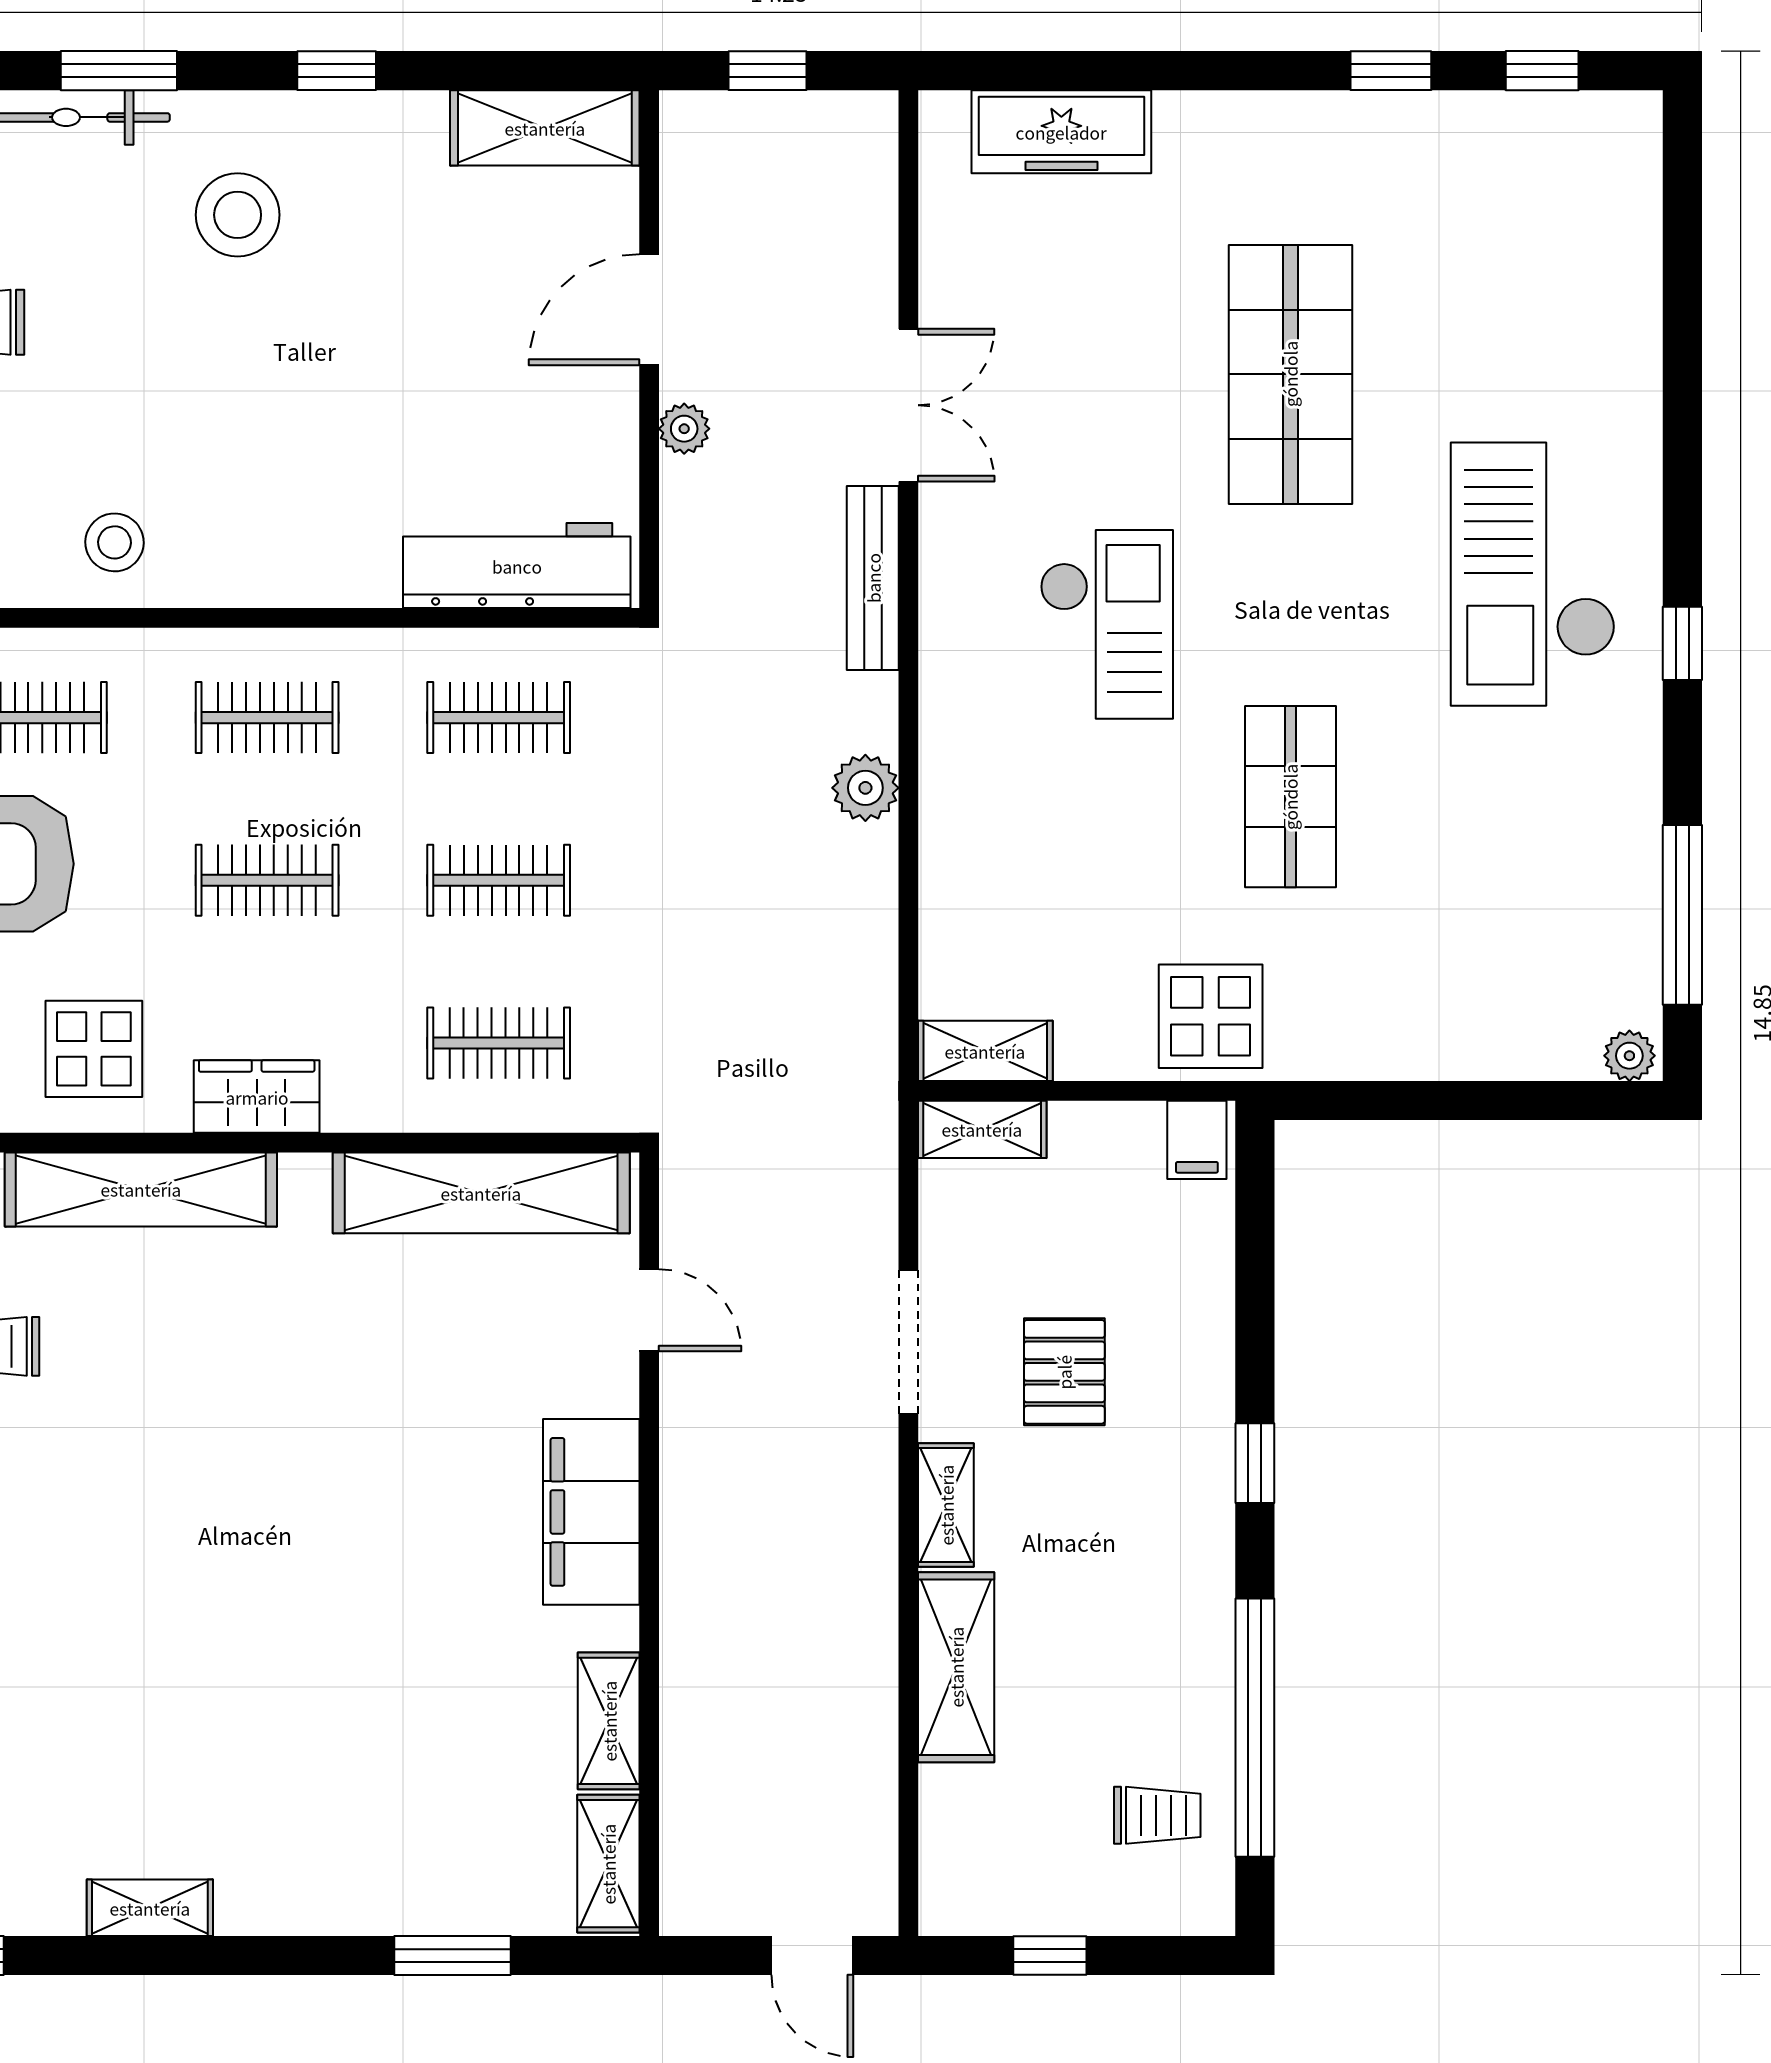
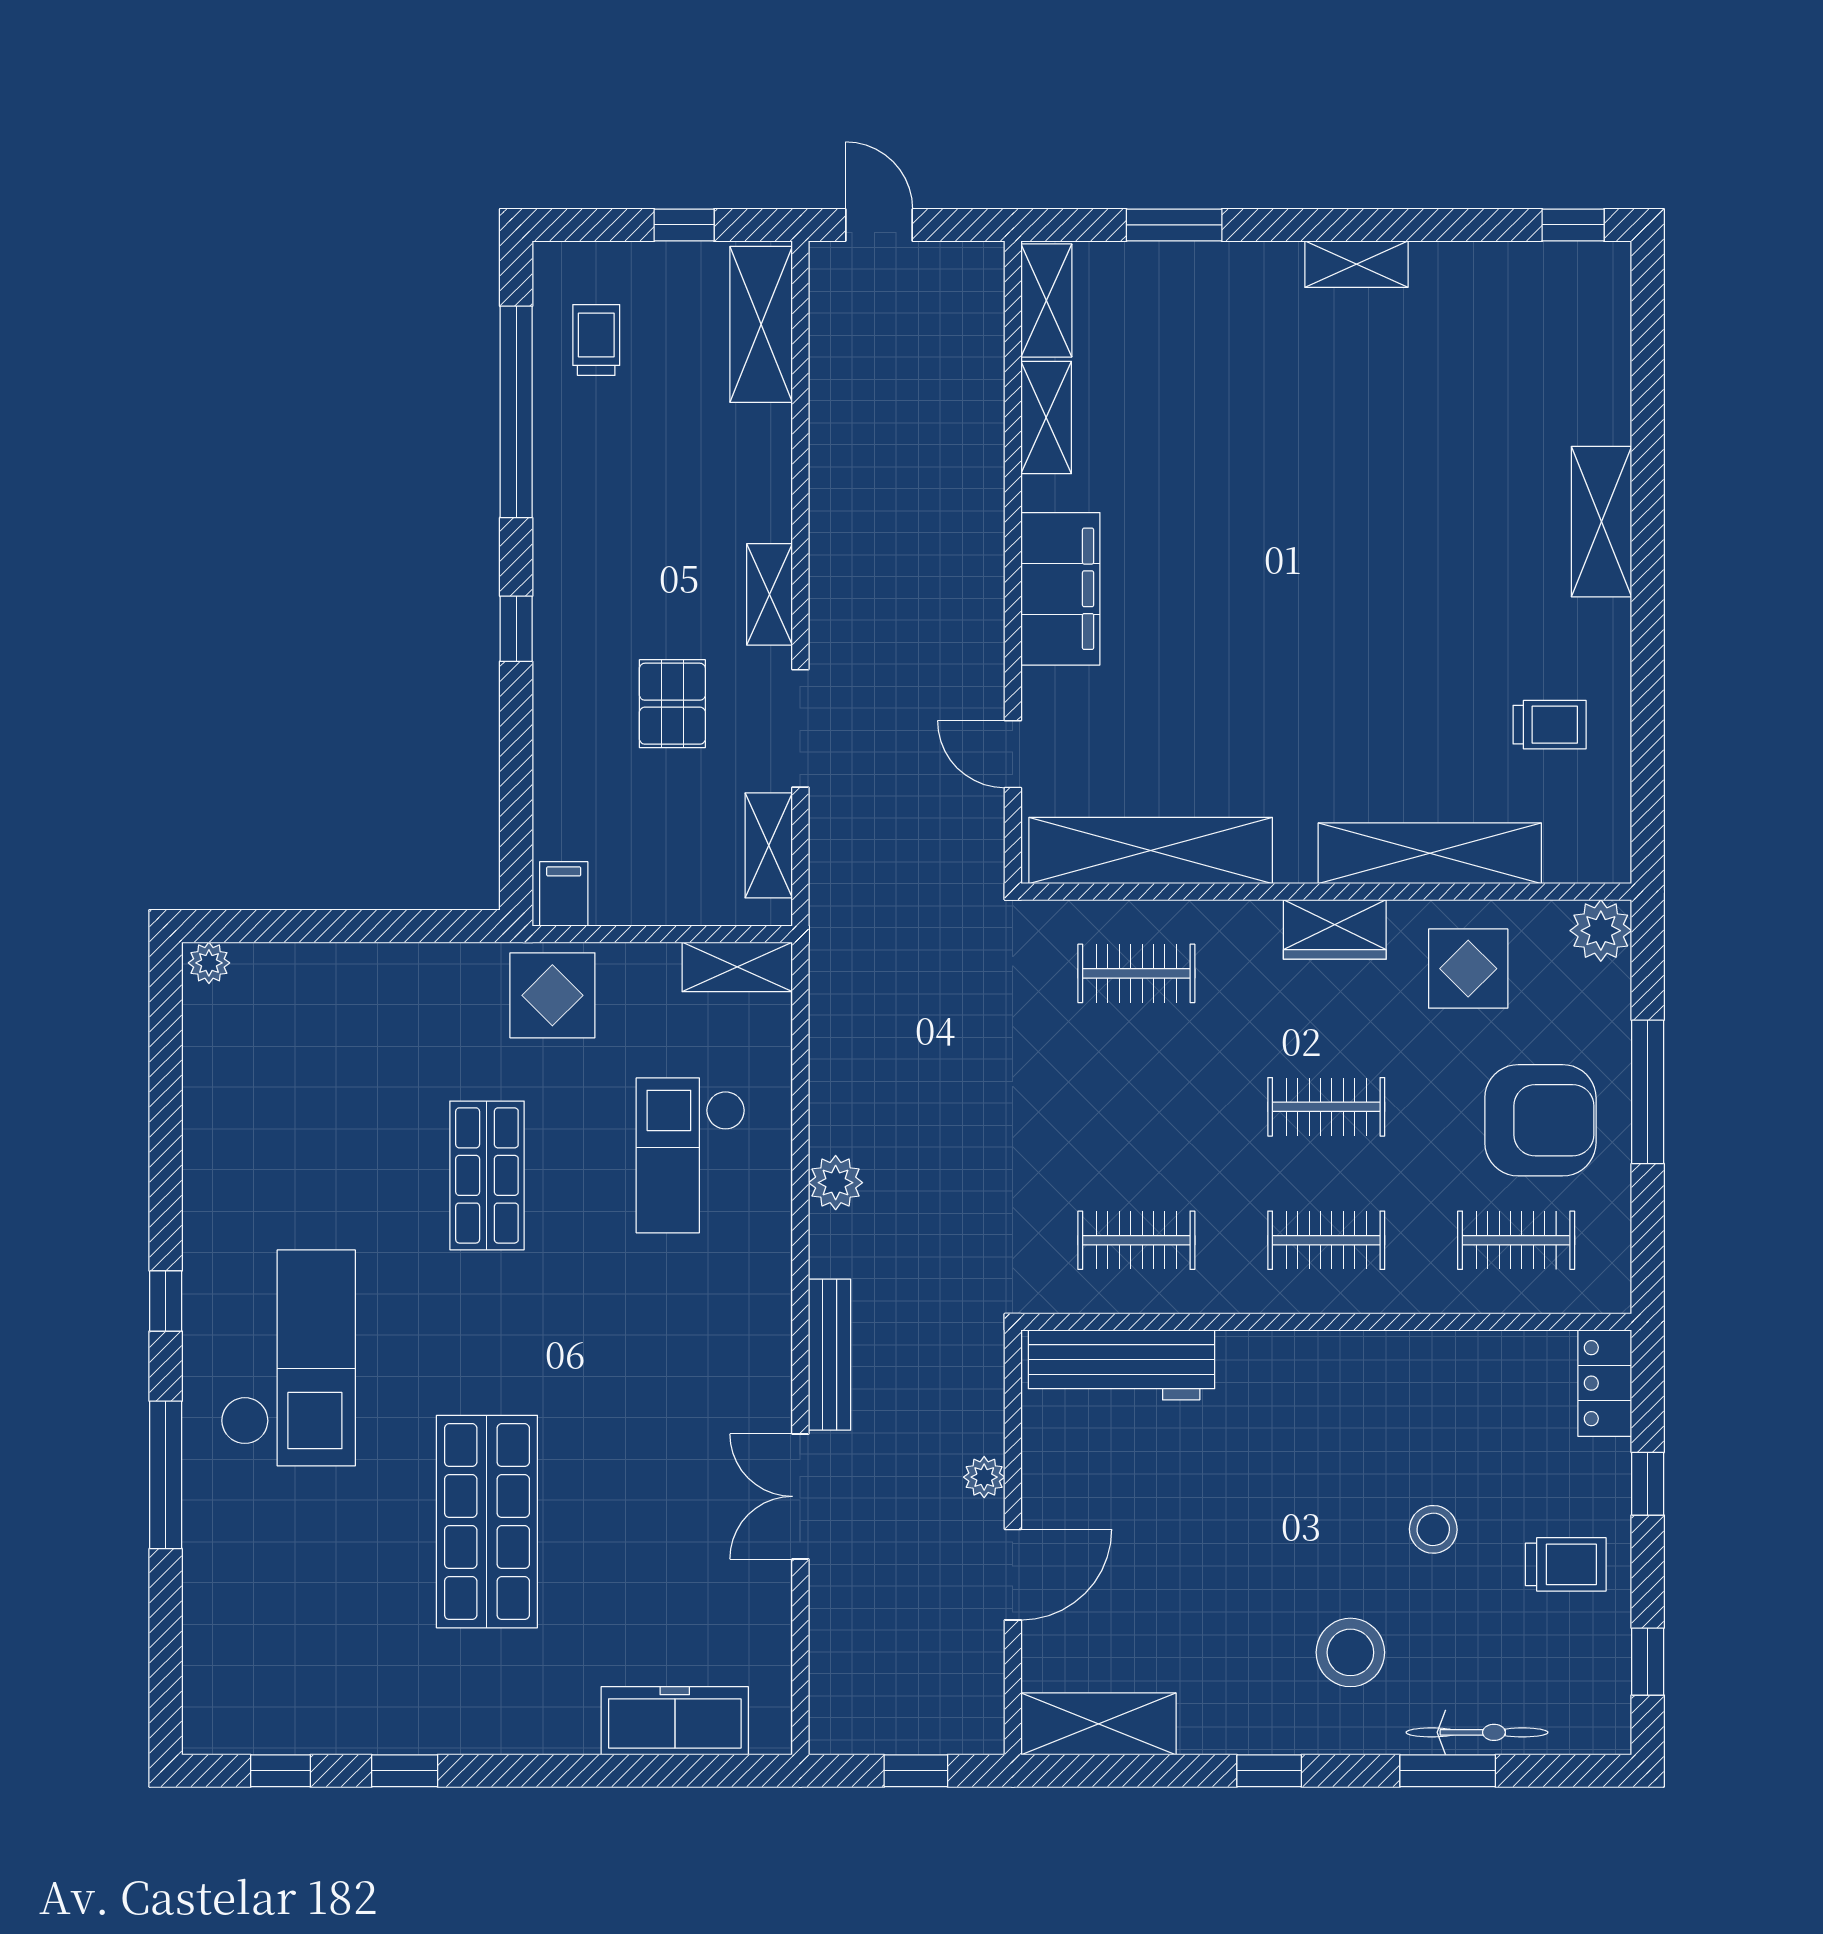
stool: (114, 542) -> (1433, 1529), moved
checkout: (1107, 624) -> (691, 1155), moved
clothes rail: (499, 880) -> (1136, 1107), removed
window: (1682, 915) -> (166, 1475), moved
shelving: (982, 1129) -> (769, 845), moved, turned 90
shelving: (956, 1667) -> (761, 324), moved
trolley: (1157, 1815) -> (596, 340), turned 90
shelving: (150, 1908) -> (1356, 264), moved

